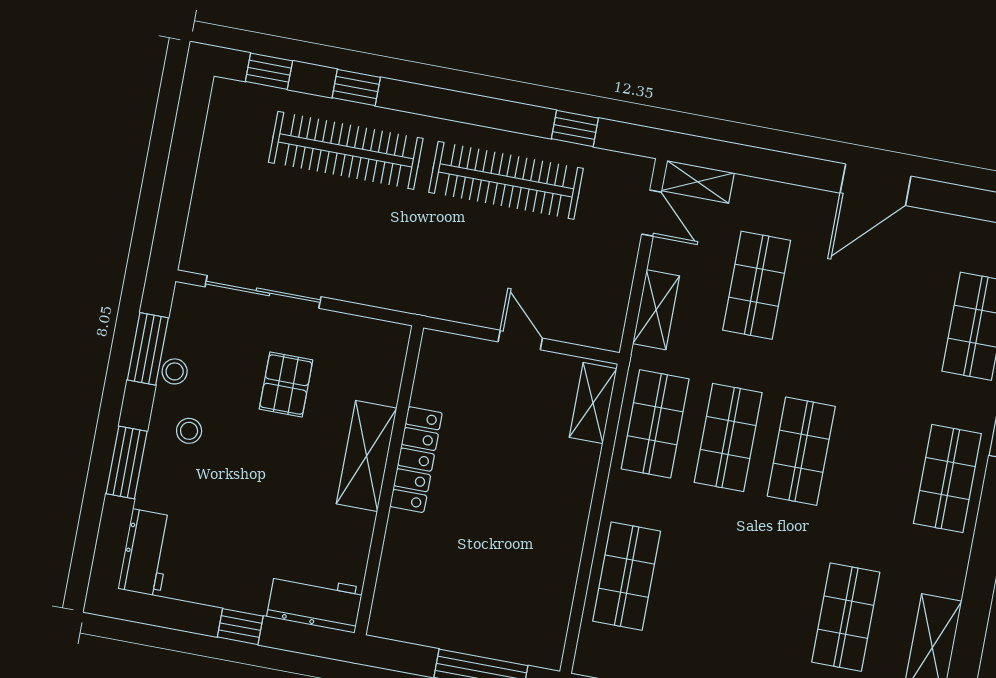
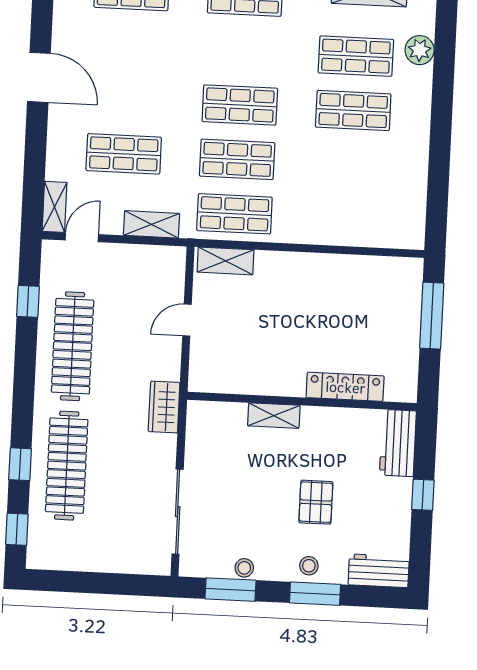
wardrobe: (407, 293) -> (164, 407), added
pallet: (286, 384) -> (316, 502), moved, turned 90
stool: (189, 431) -> (309, 566), moved
shelving: (367, 456) -> (274, 416), width x0.67, depth x0.75
locker: (416, 460) -> (345, 387), moved
shop shelf: (627, 576) -> (353, 110), moved

